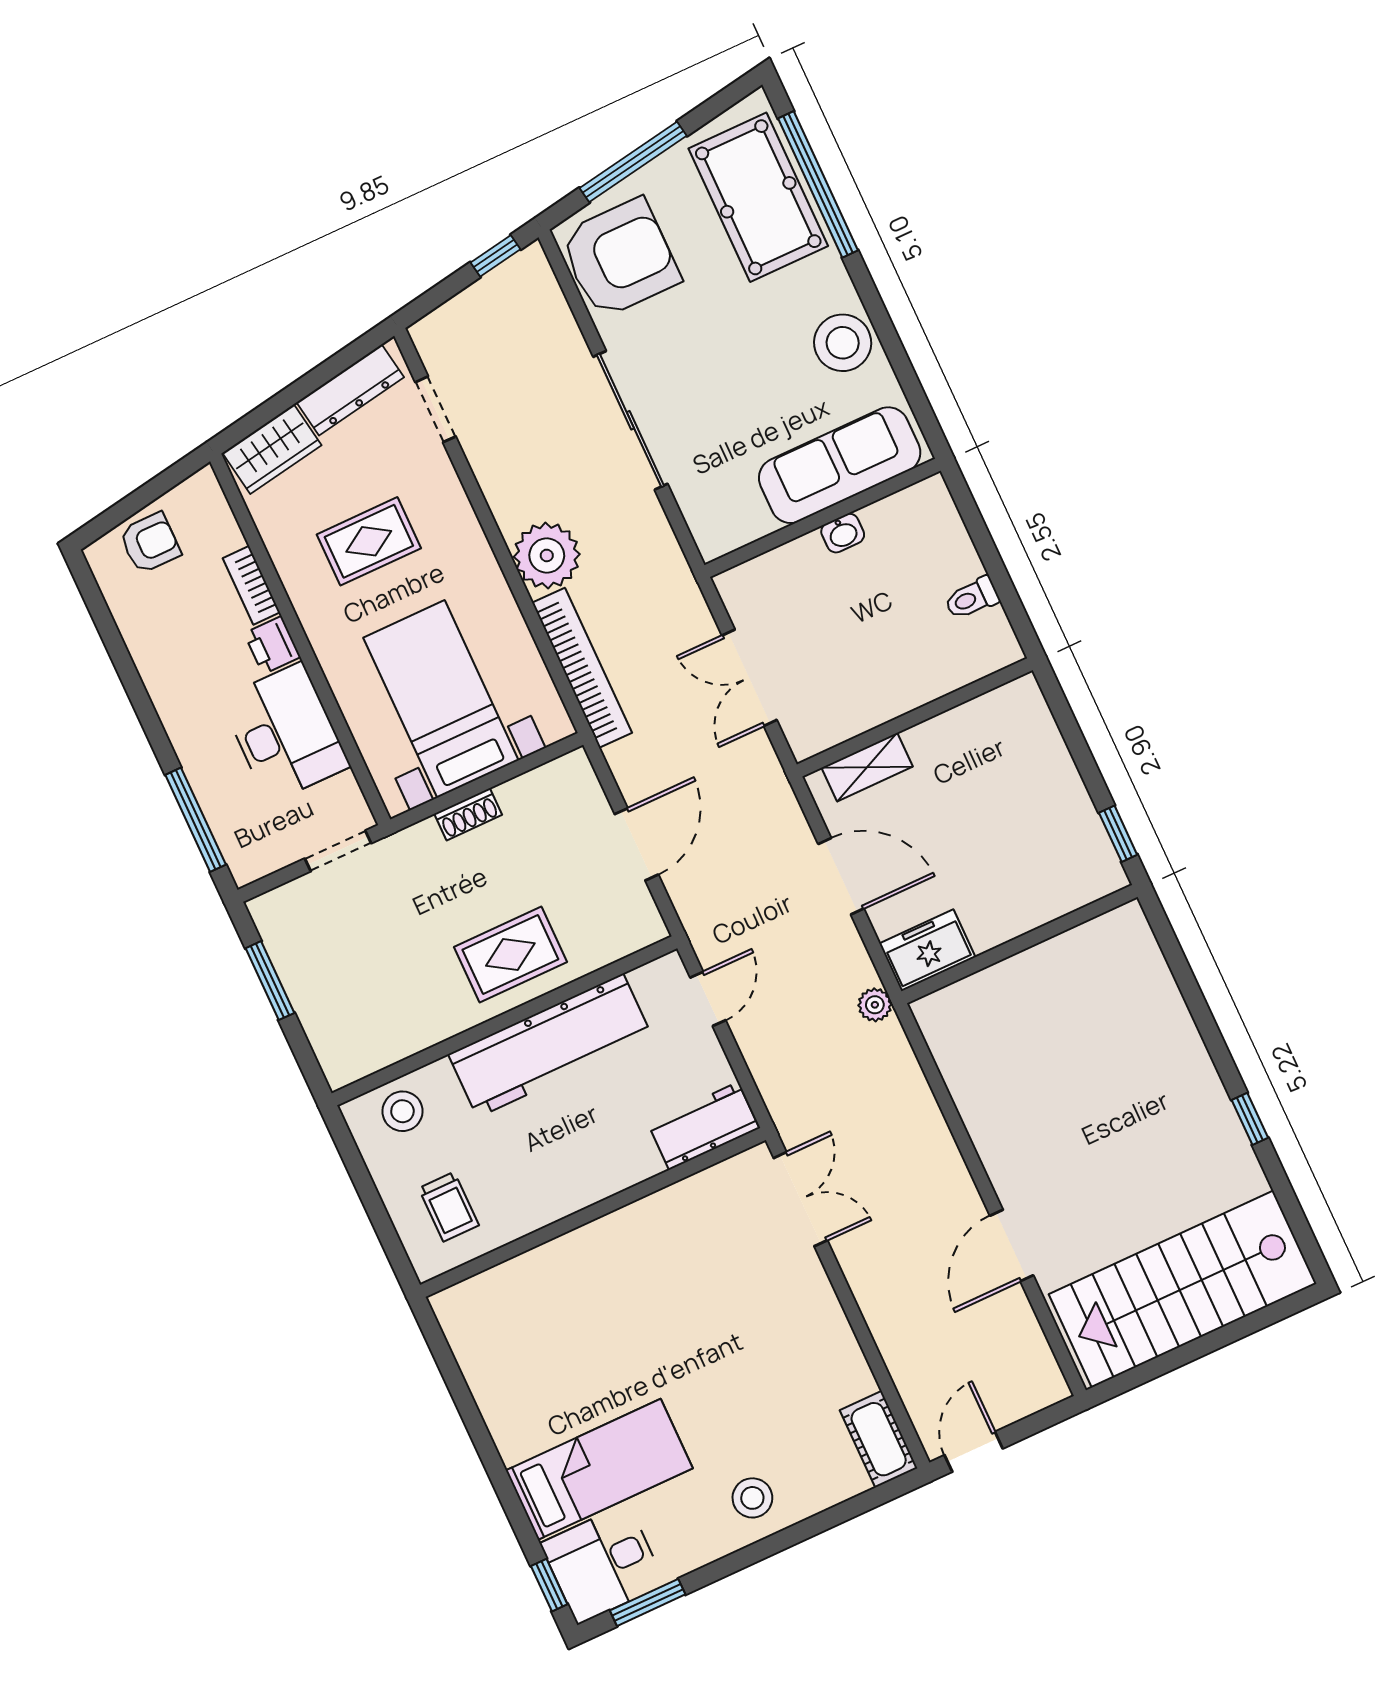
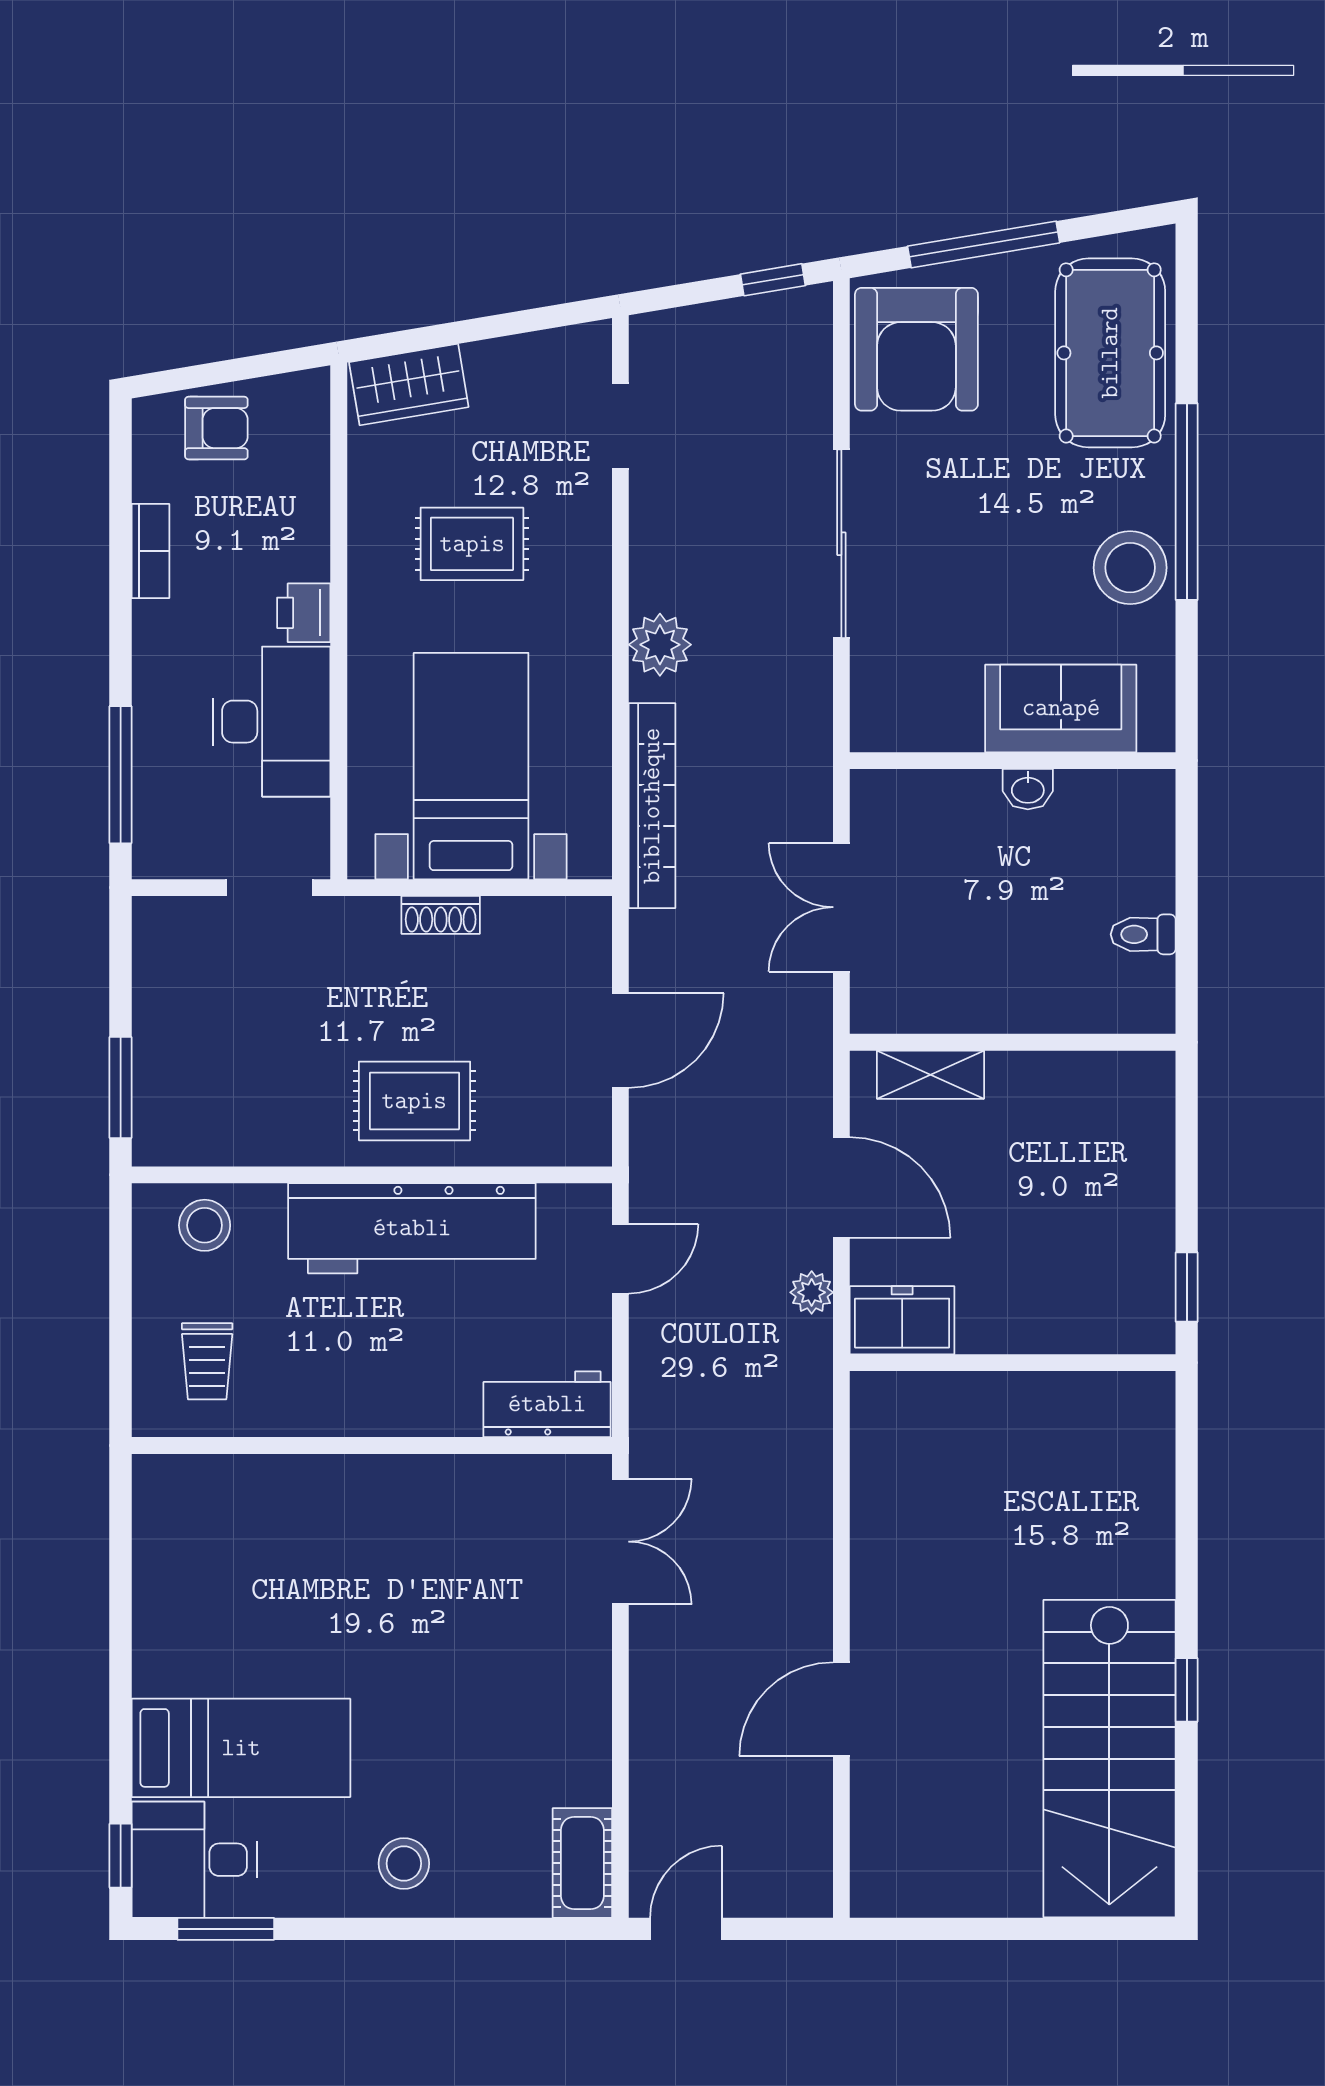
window: (818, 184) -> (1187, 502), moved
armchair: (620, 258) -> (916, 349), turned 90
dresser: (350, 390) -> (532, 358), removed
sofa: (840, 465) -> (1061, 708), width x0.73
plant: (547, 555) -> (660, 645), width x0.73, depth x0.73
bookcase: (251, 585) -> (150, 551), moved, turned 180
window: (270, 981) -> (121, 1088), moved
plant: (875, 1005) -> (812, 1292), moved
stairs: (1183, 1289) -> (1109, 1759), moved, turned -90

